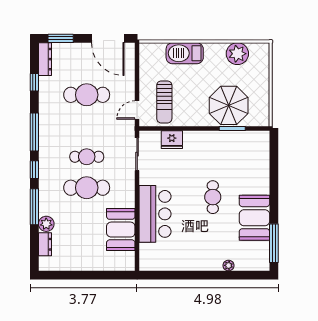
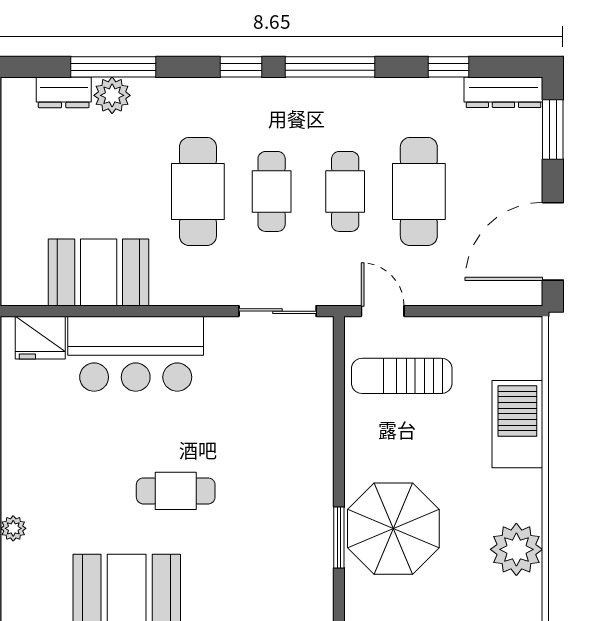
cafe table: (87, 126) -> (345, 191), added
fridge: (172, 140) -> (40, 338), moved, turned -90
window: (34, 207) -> (113, 67), moved

